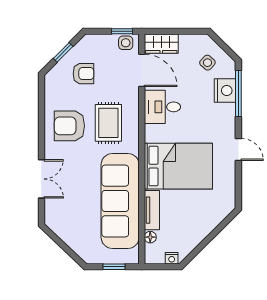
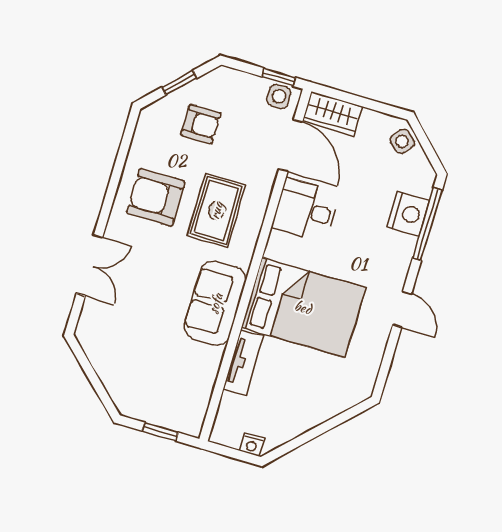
side table: (207, 63) -> (402, 141), moved
sofa: (120, 201) -> (215, 303), width x0.54, depth x0.79
floor lamp: (150, 237) -> (229, 403), removed

